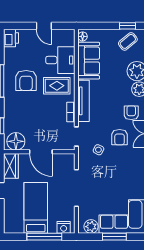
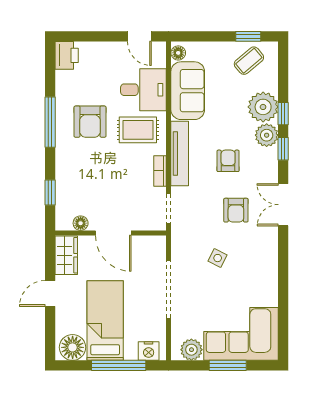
door: (44, 26) -> (139, 36), moved
armchair: (131, 113) -> (228, 161), moved
floor lamp: (16, 141) -> (81, 223), width x0.53, depth x0.53
side table: (98, 150) -> (218, 258), moved
floor lamp: (15, 225) -> (73, 347), added

